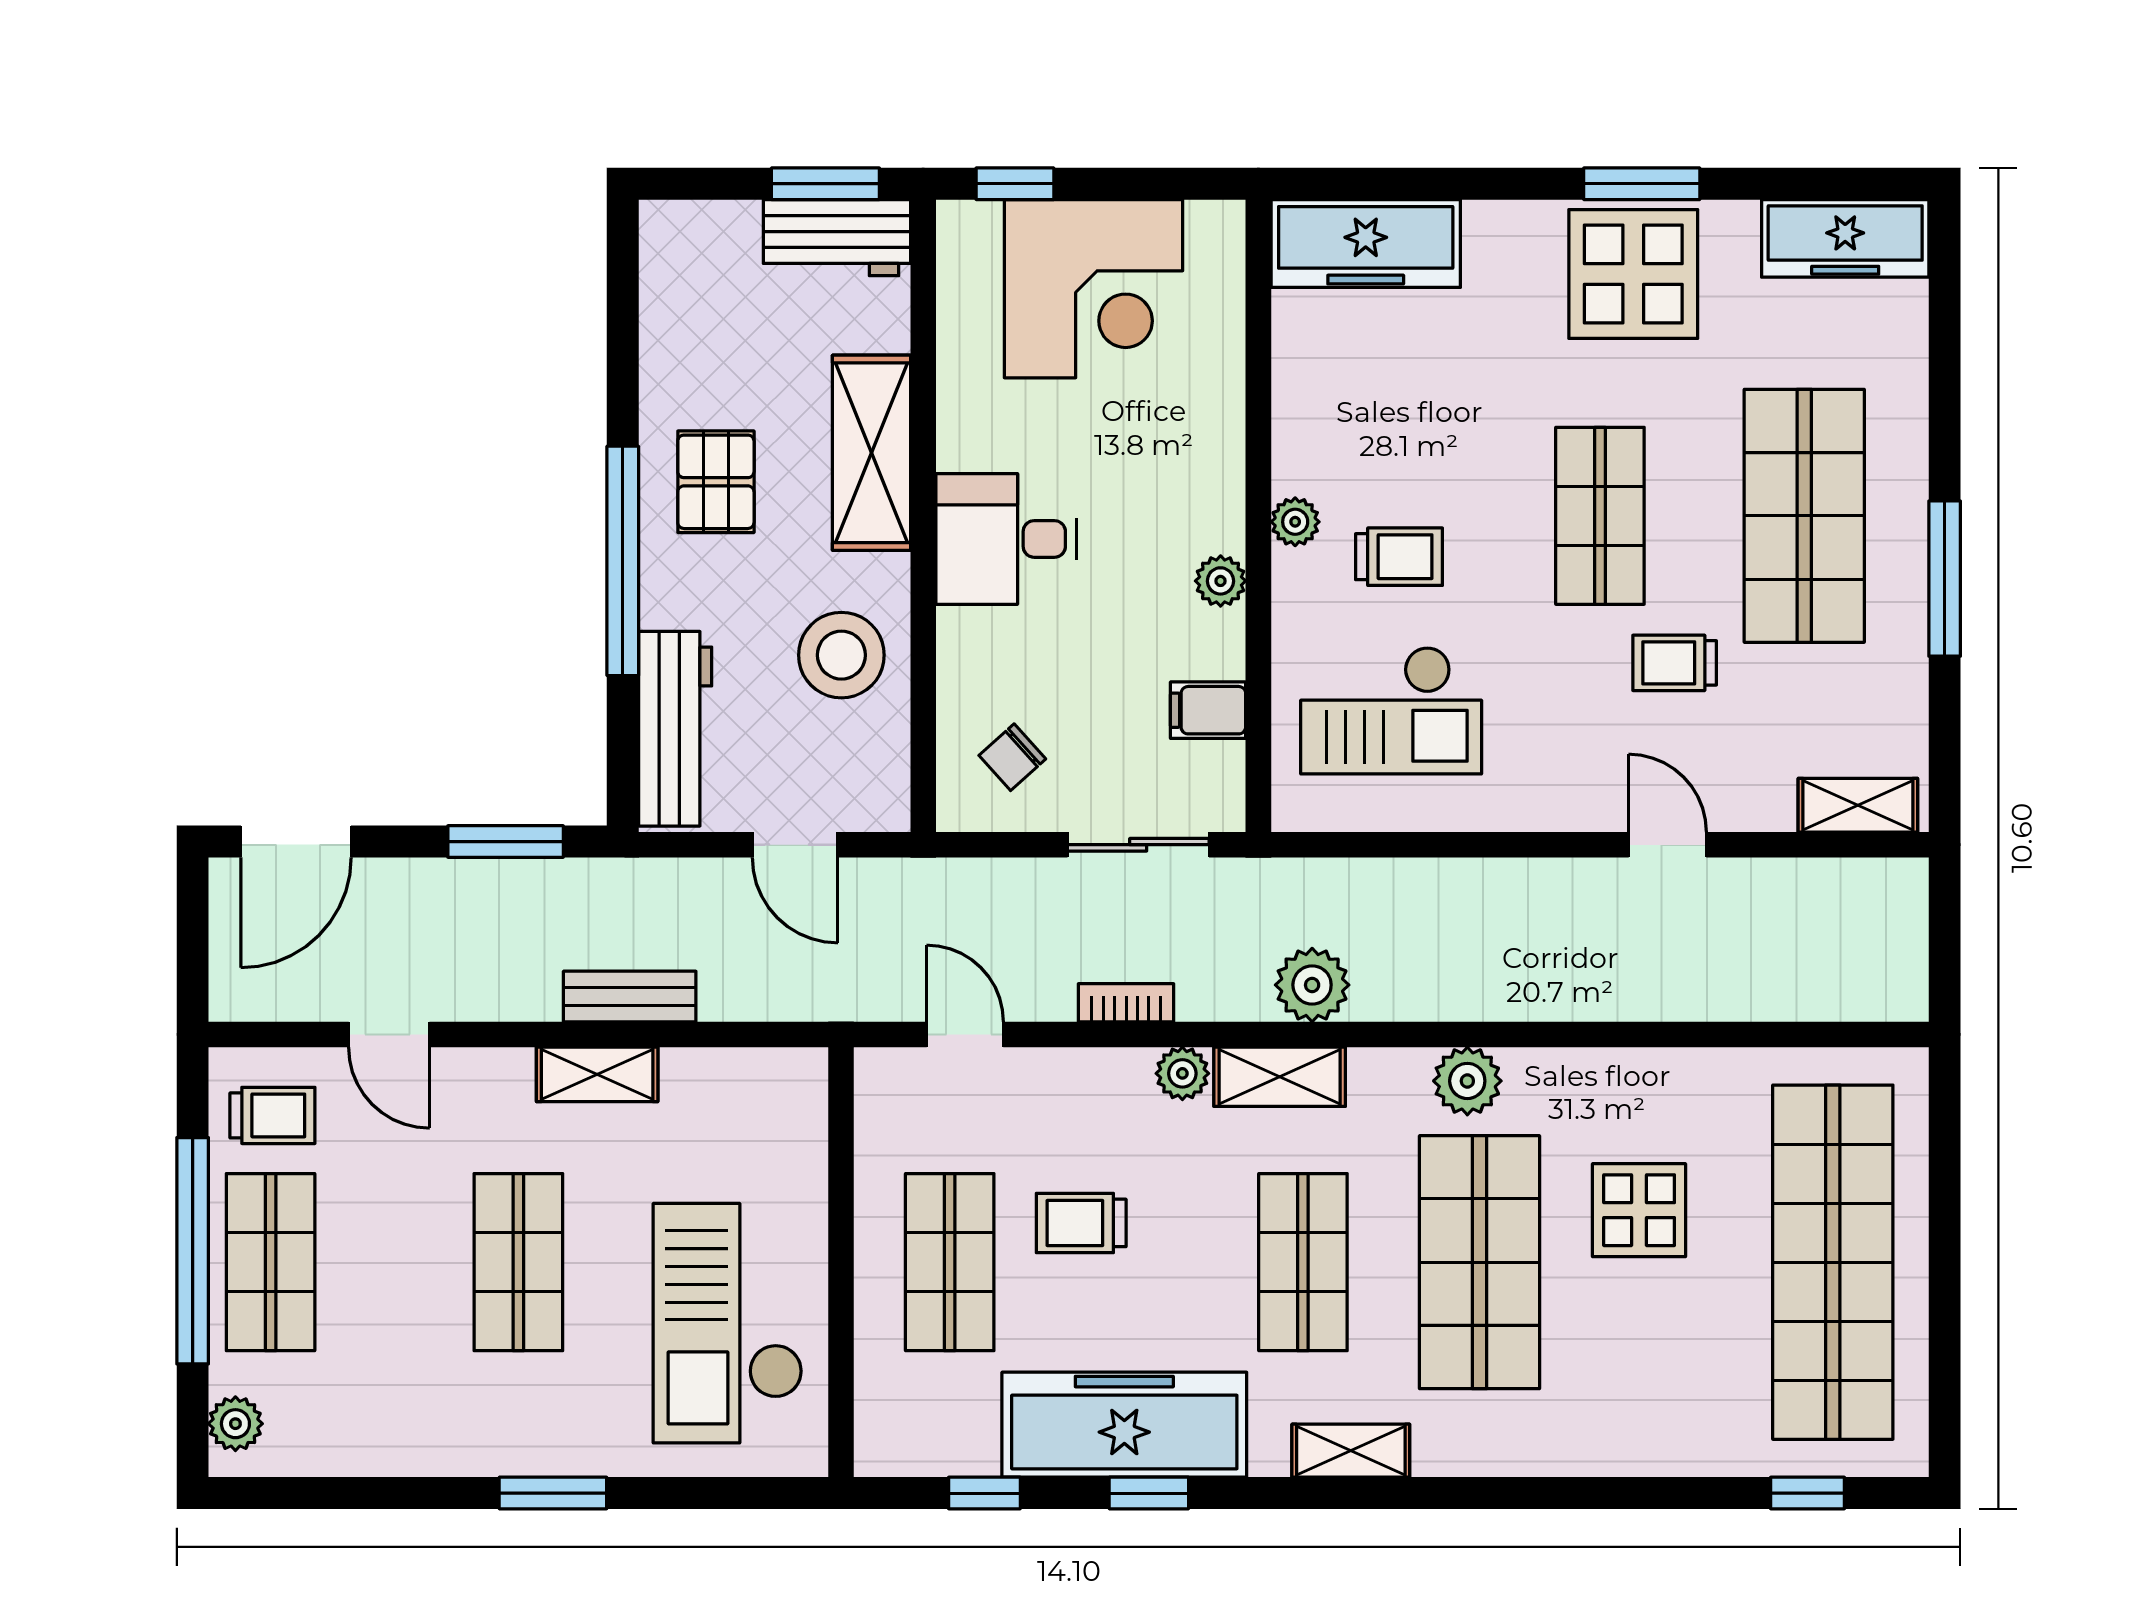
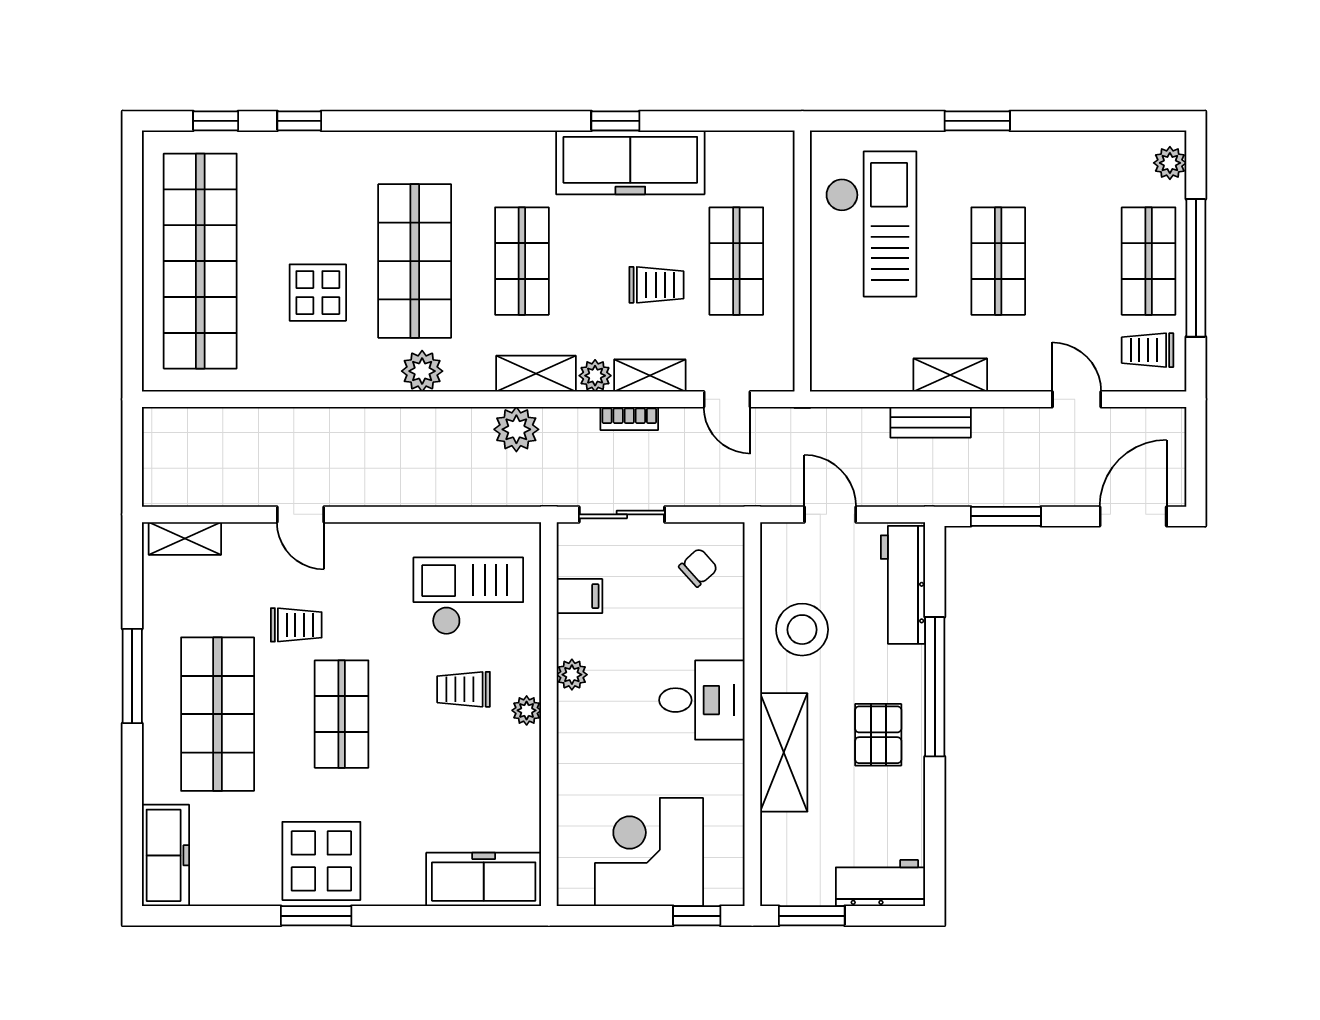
workbench: (837, 238) -> (880, 883), moved
freezer: (1845, 238) -> (165, 855), moved, turned 90
shelving: (1351, 1451) -> (650, 375), moved
window: (984, 1493) -> (299, 121), moved

